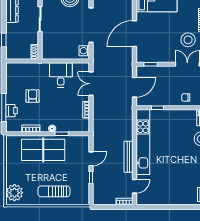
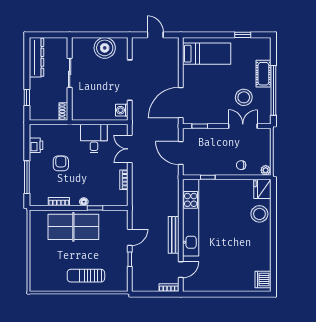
door: (135, 34) -> (181, 103), moved
door: (135, 87) -> (181, 153), swing flipped
printer: (12, 111) -> (36, 145), moved
plant: (14, 193) -> (39, 277), removed

